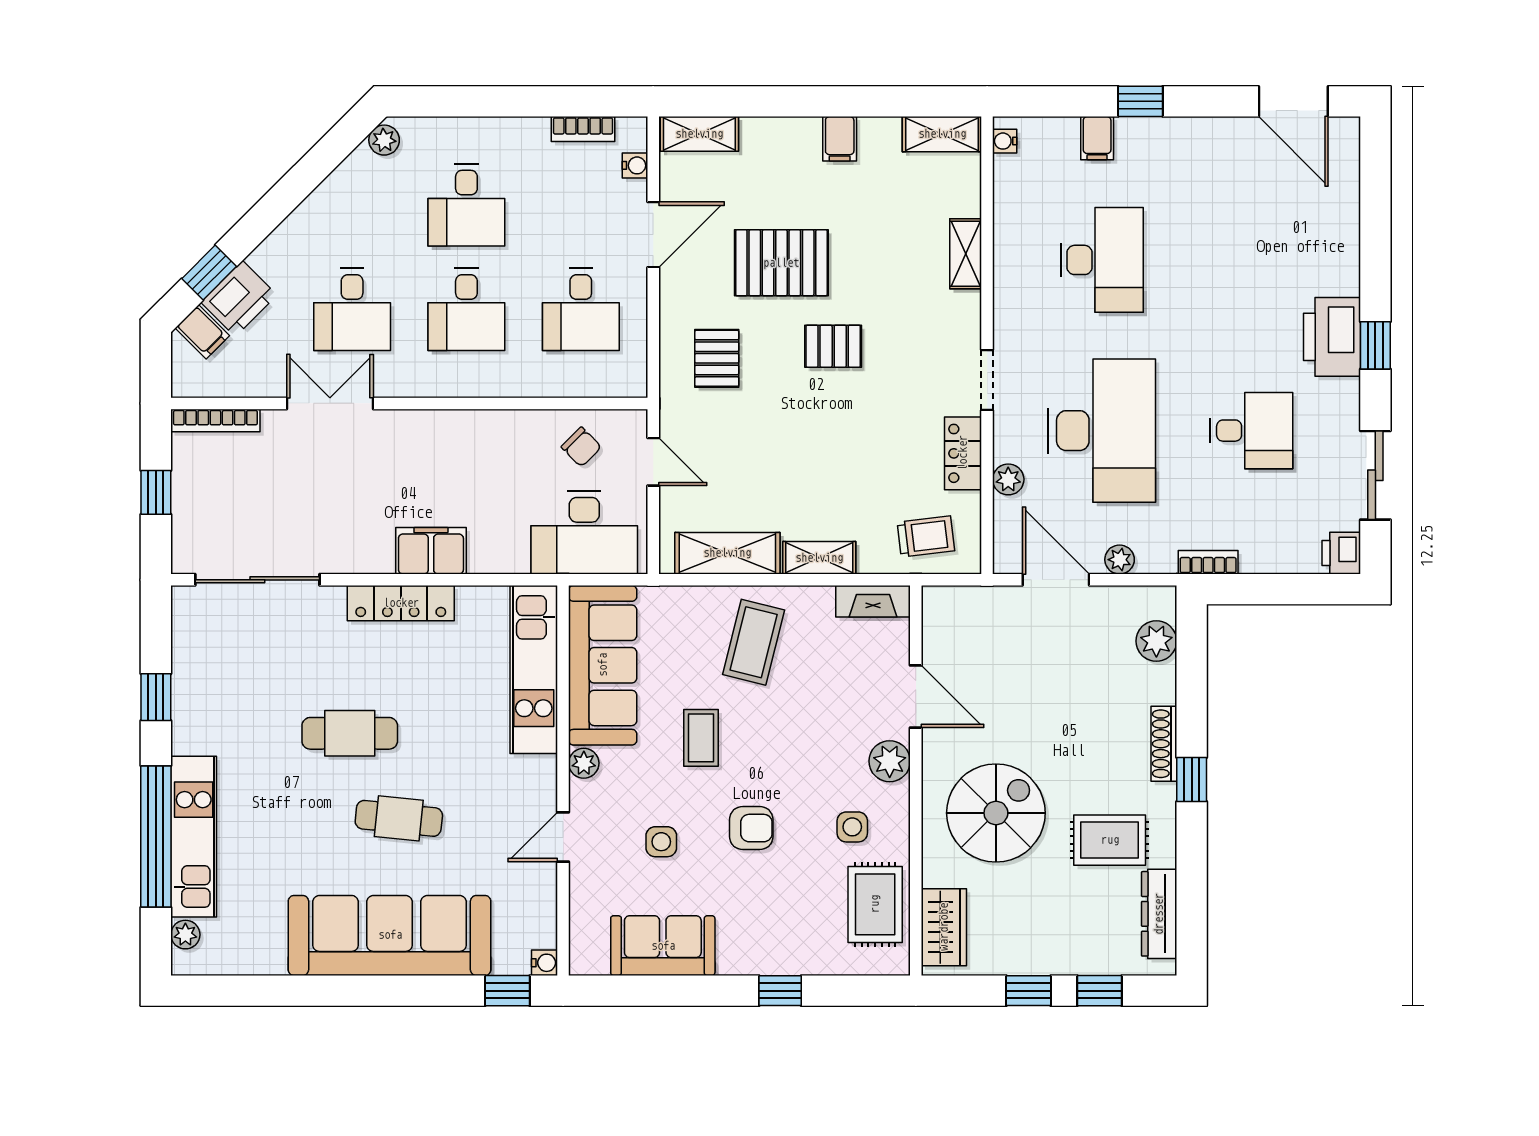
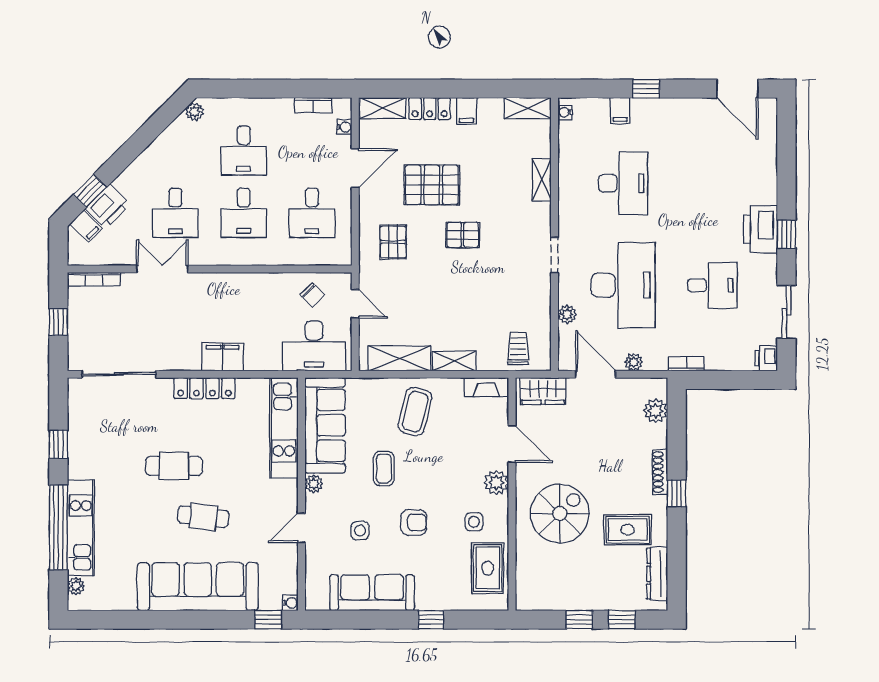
locker: (963, 453) -> (430, 109), moved, turned -90
trolley: (926, 536) -> (518, 348), turned -83
wardrobe: (944, 927) -> (543, 391), moved, turned 90
sofa: (663, 946) -> (372, 593), width x1.36

